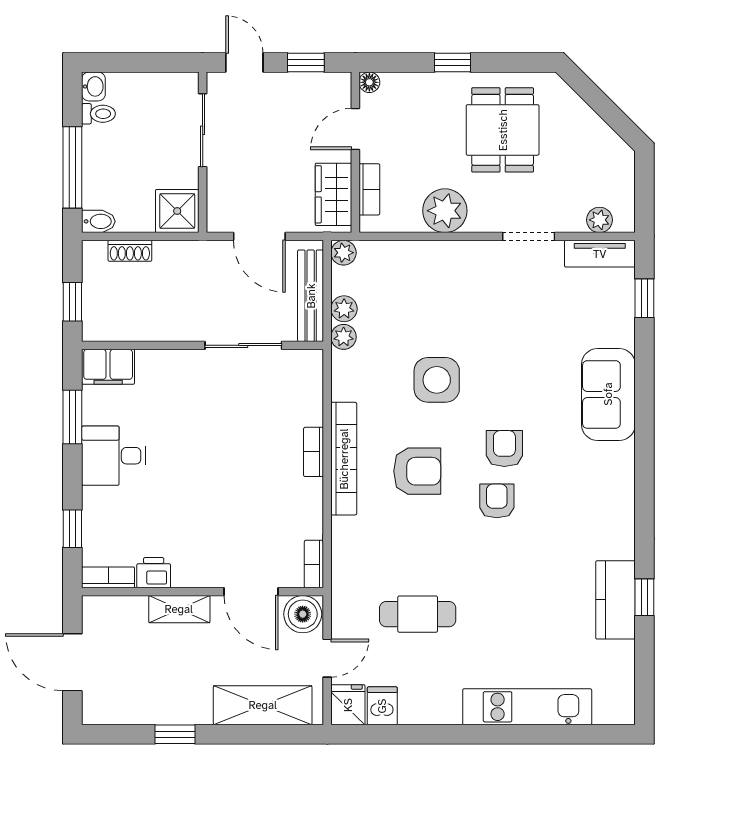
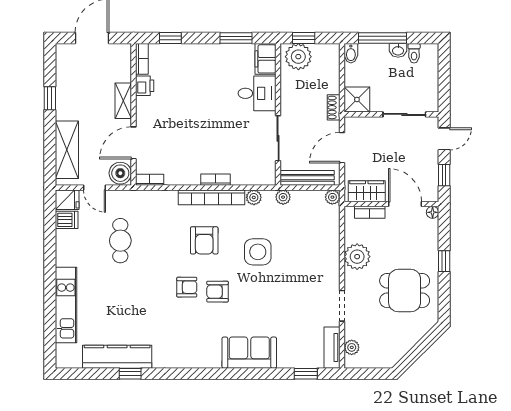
washbasin: (93, 86) -> (398, 50), moved
door: (355, 129) -> (405, 204), width x1.38
shoe rack: (130, 251) -> (334, 107), moved
plant: (344, 309) -> (254, 197), moved
plant: (104, 311) -> (298, 57), added
armchair: (504, 449) -> (218, 292), turned 180
desk: (114, 456) -> (257, 93), moved, turned 90
kitchen counter: (615, 600) -> (117, 357), width x1.50

